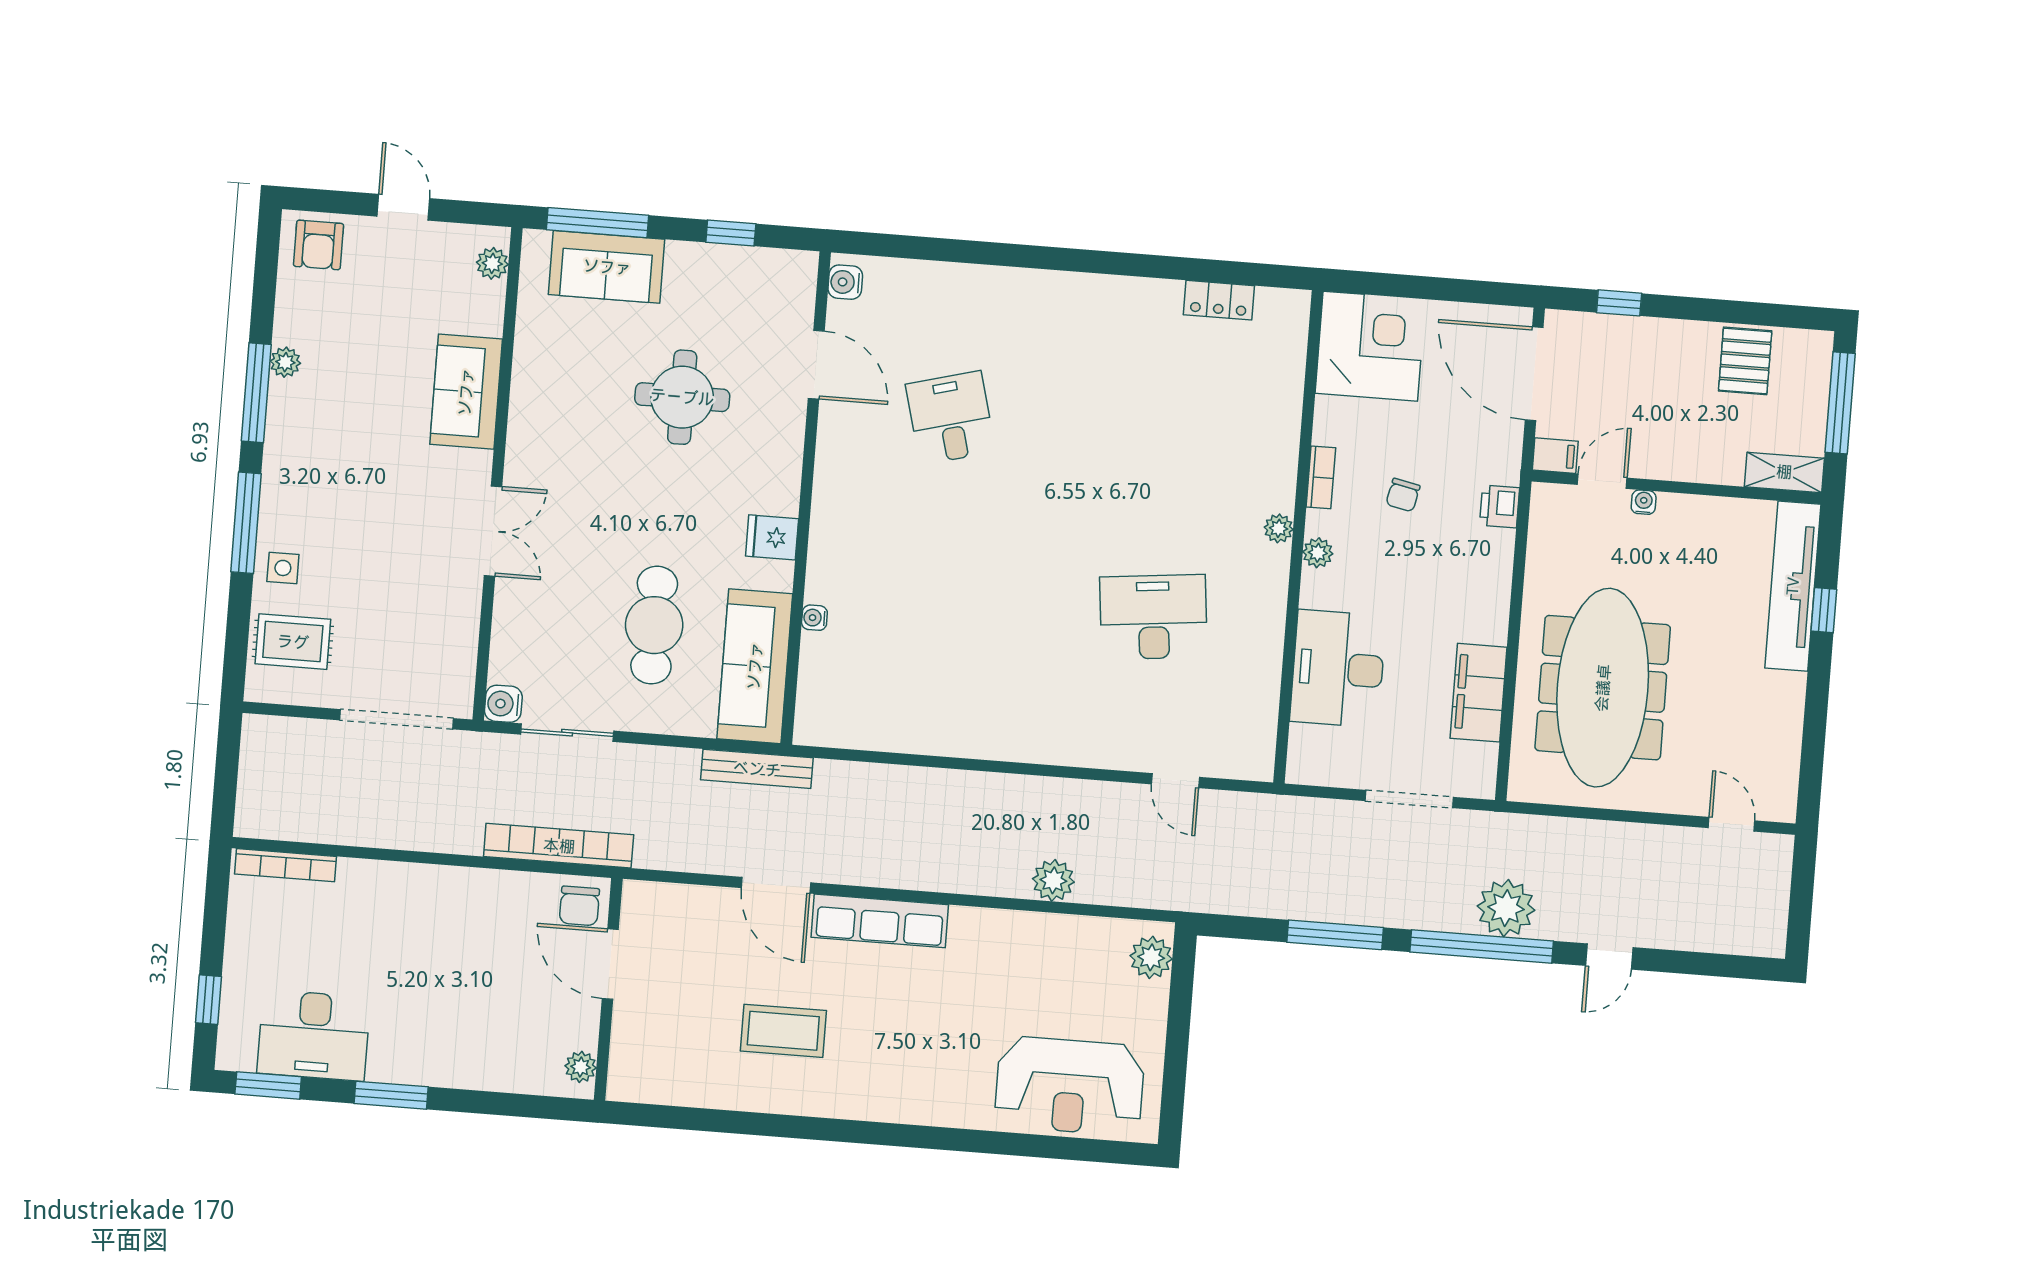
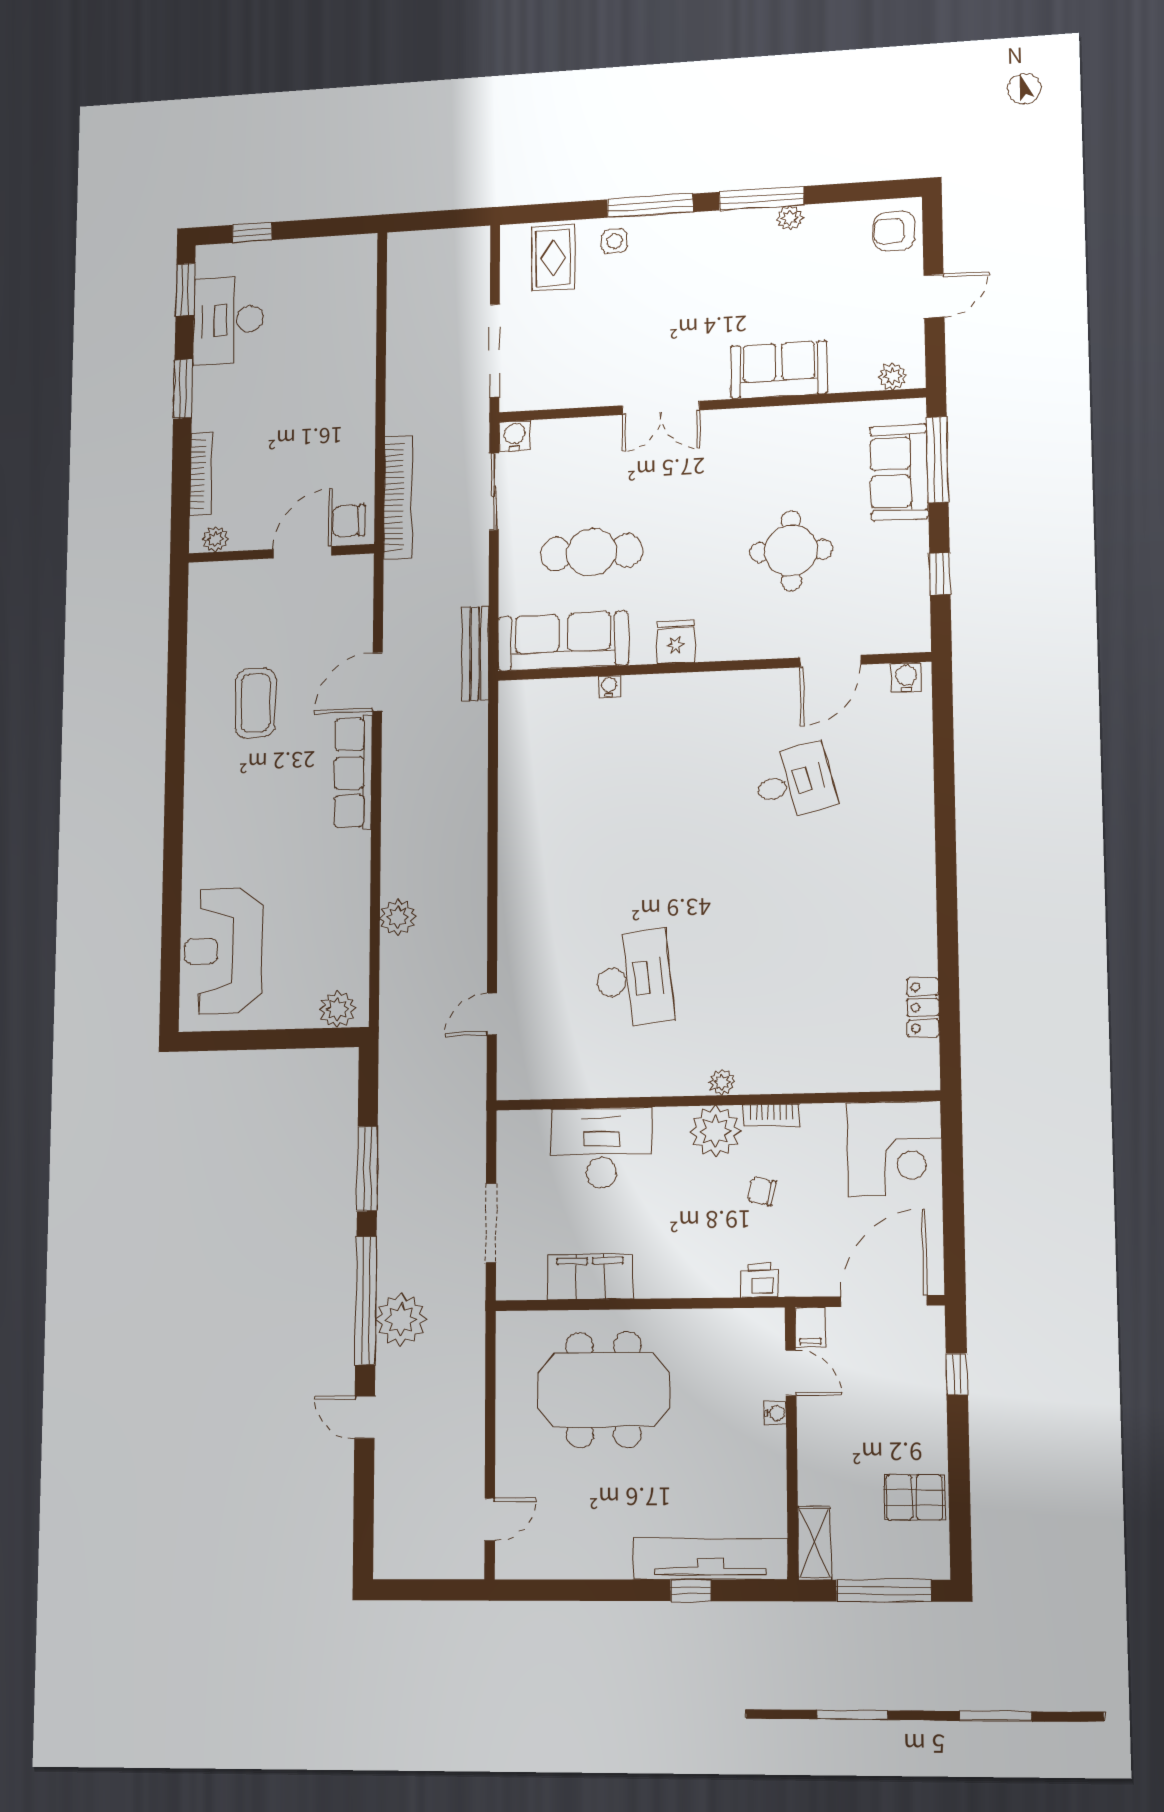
plant: (1318, 553) -> (715, 1131), width x1.87, depth x1.87
meeting table: (1603, 688) -> (604, 1390), width x0.73
bookcase: (285, 865) -> (201, 474), moved, turned 180

